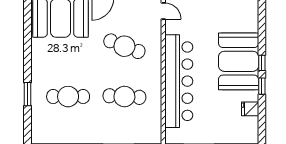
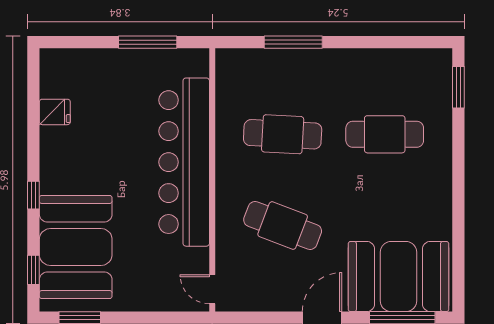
booth: (239, 61) -> (76, 247), moved
window: (262, 86) -> (33, 270), moved
window: (28, 94) -> (458, 87), moved

